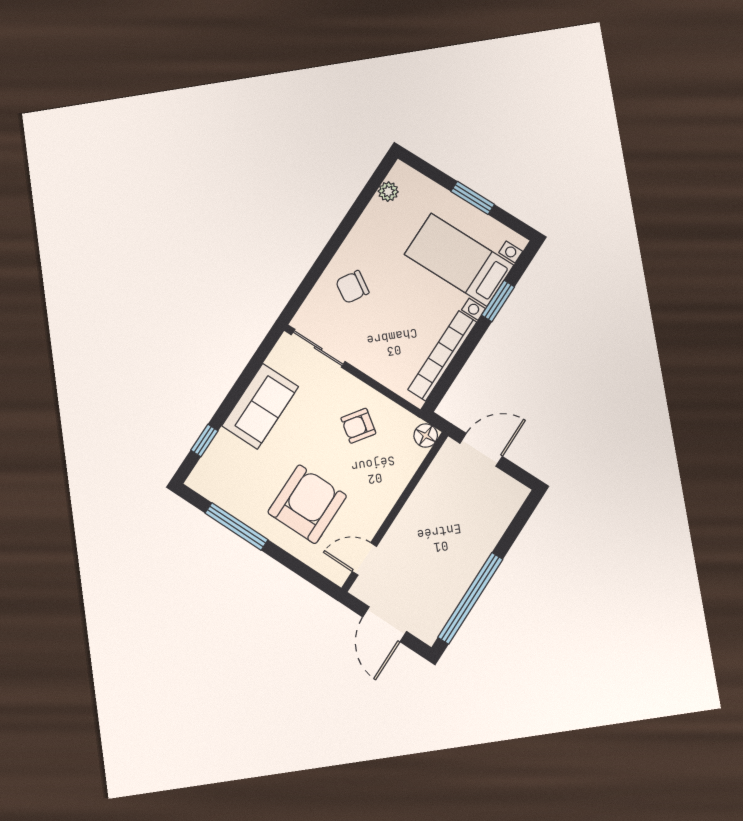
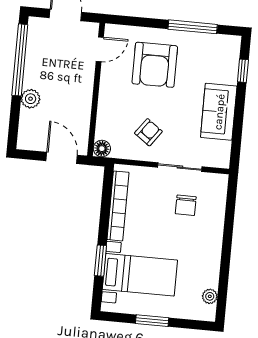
chair: (352, 287) -> (186, 205), moved, turned 148
sliding door: (318, 348) -> (180, 167), moved
door: (481, 450) -> (62, 158), swing flipped
plant: (482, 543) -> (31, 99), added

